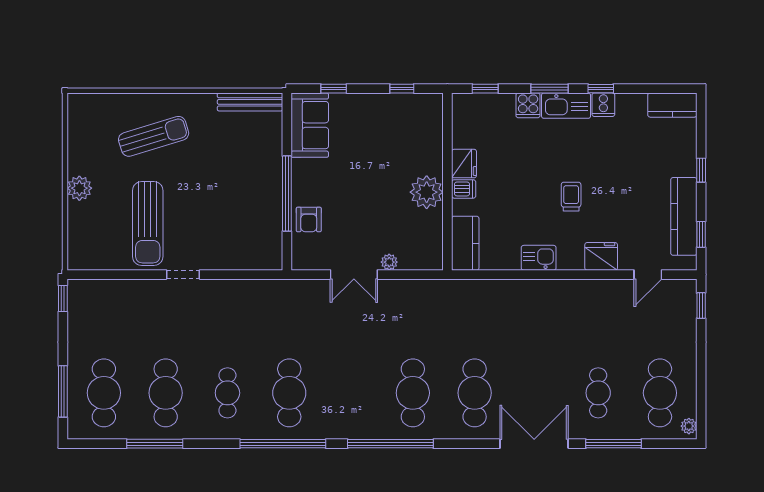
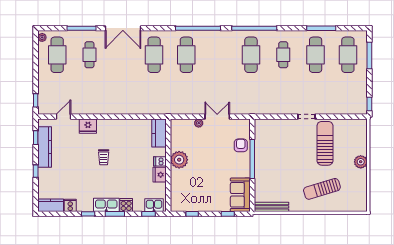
cooker: (603, 105) -> (70, 205), moved
kitchen sink: (539, 258) -> (154, 205), moved, turned 180

